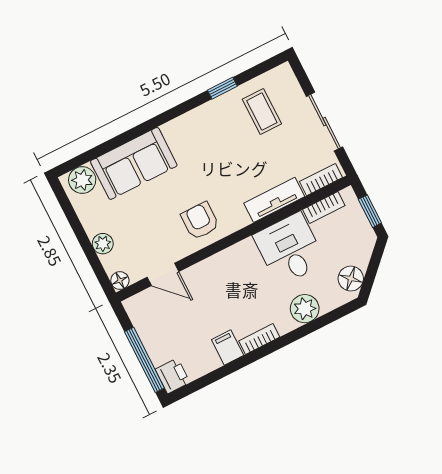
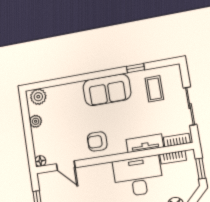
sofa: (134, 163) -> (107, 90), moved
armchair: (200, 221) -> (97, 141), turned -90
plant: (103, 244) -> (36, 121), moved
desk: (289, 249) -> (138, 176), width x1.37

